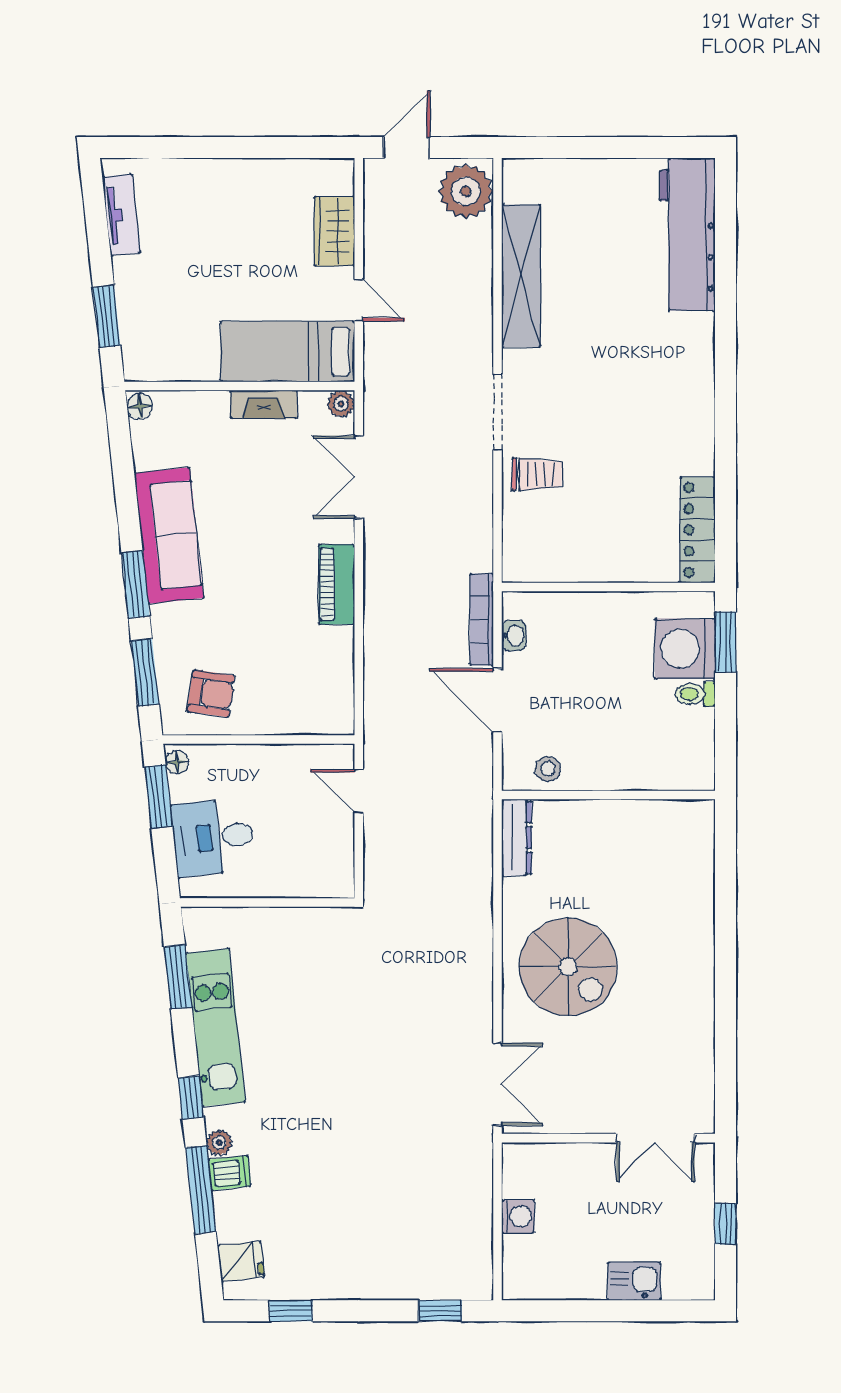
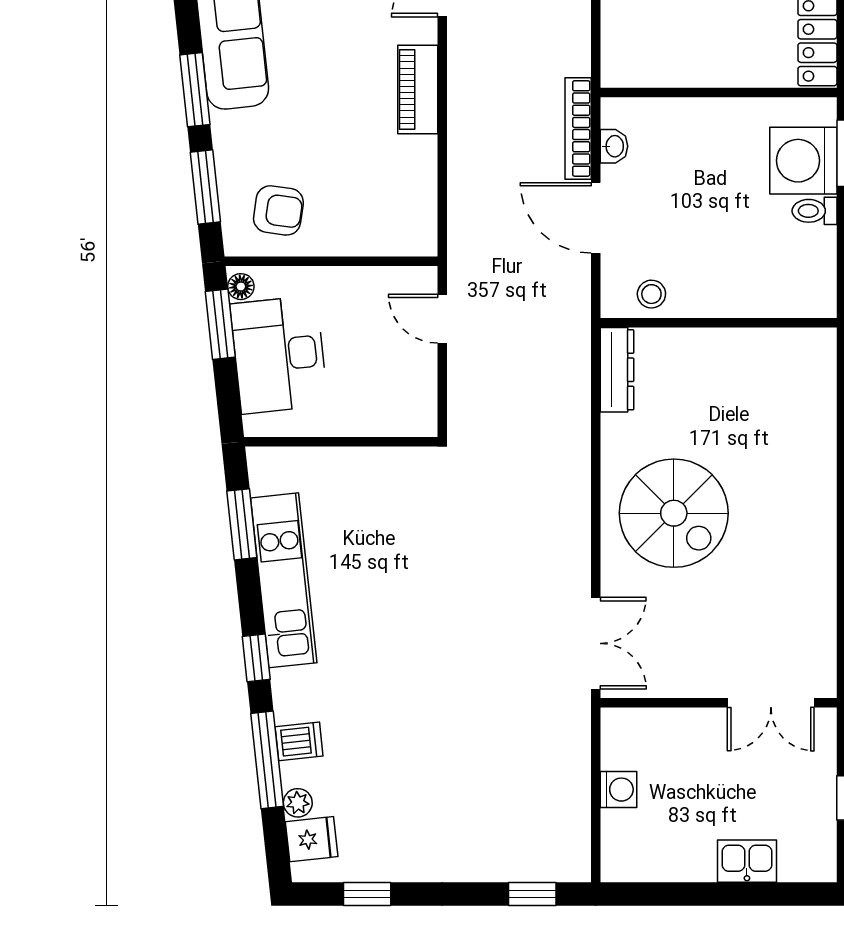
desk: (213, 837) -> (279, 355), width x1.37
plant: (219, 1143) -> (298, 803), moved

